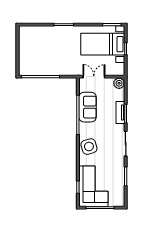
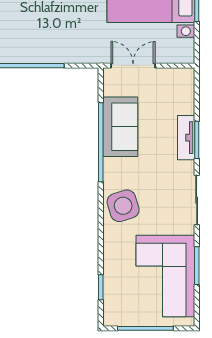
plant: (119, 83) -> (183, 79), removed
corner sofa: (93, 186) -> (165, 276), moved, turned 180

